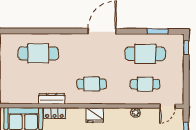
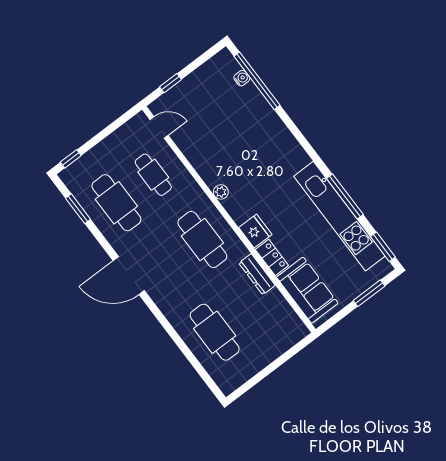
cafe table: (92, 84) -> (202, 239), width x1.37, depth x1.35
plant: (135, 113) -> (221, 192), moved
fridge: (95, 115) -> (255, 231), moved

